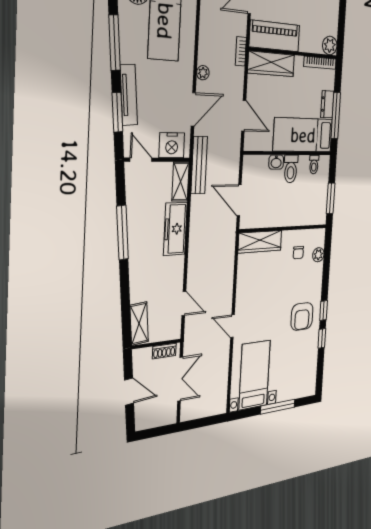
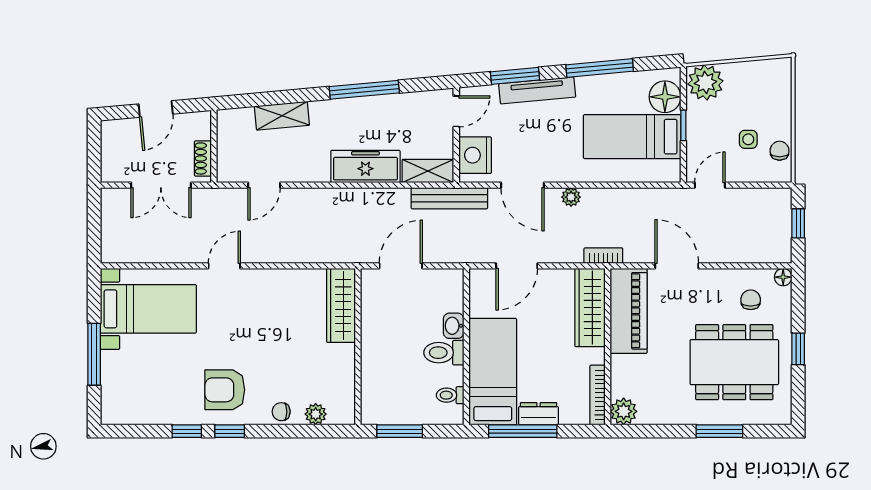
chair: (298, 253) -> (281, 412), moved
shelving: (139, 323) -> (282, 116), moved

